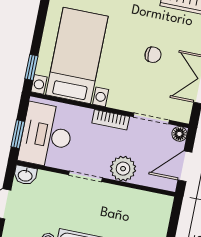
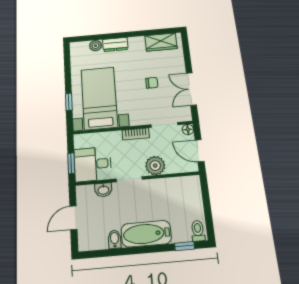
window: (31, 67) -> (69, 102), moved
desk: (46, 135) -> (93, 164), width x0.73
door: (185, 166) -> (200, 151), hinge flipped
washbasin: (25, 175) -> (103, 190), moved

